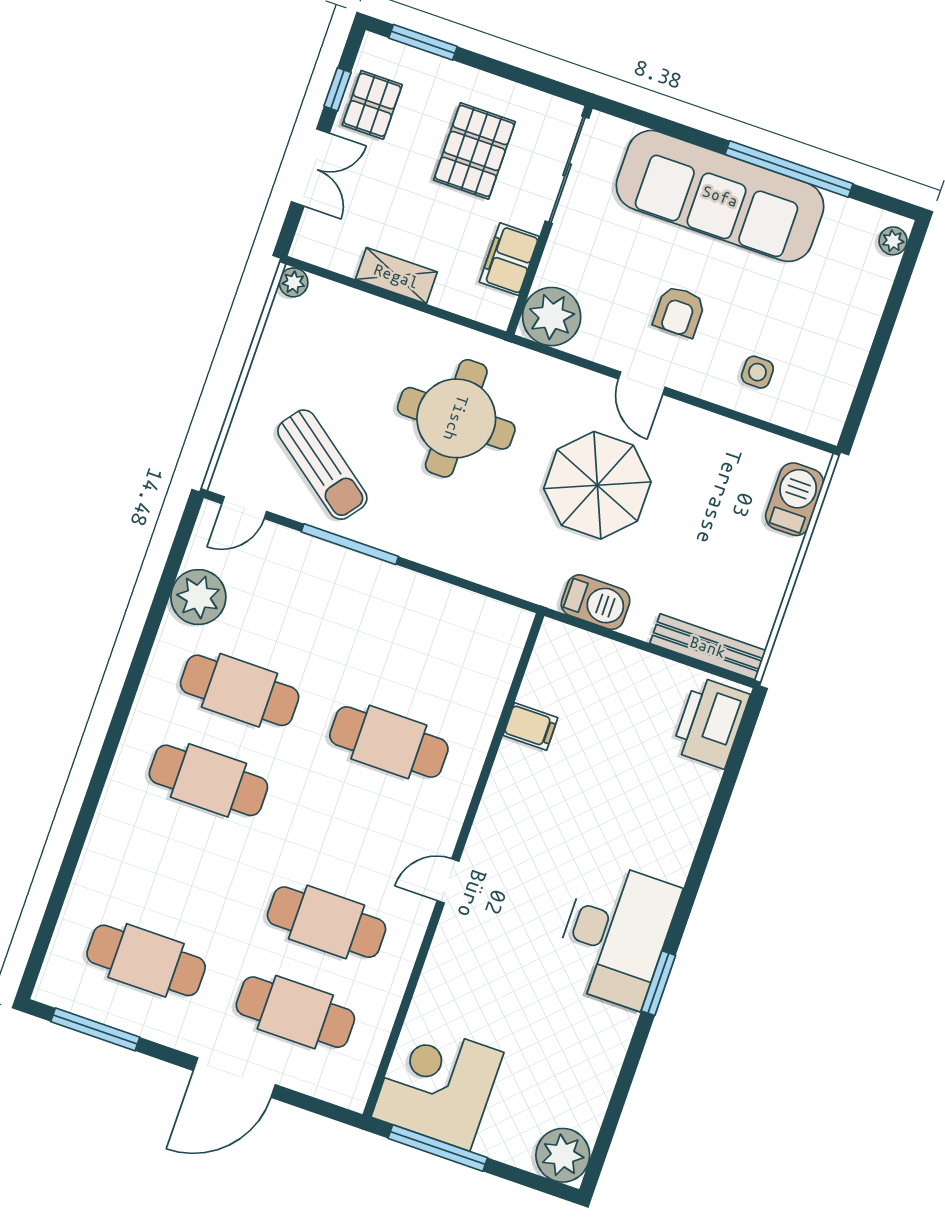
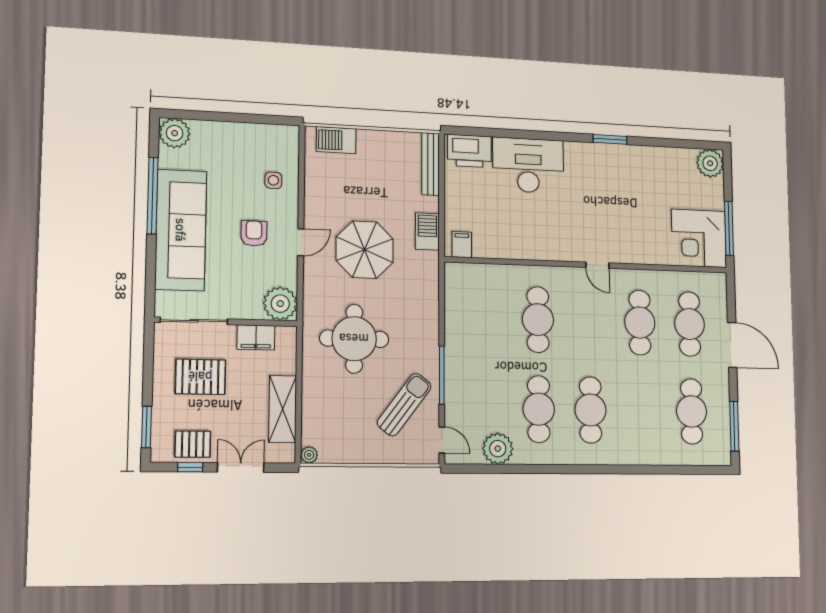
plant: (893, 241) -> (175, 133), width x1.88, depth x1.88
shelving: (396, 276) -> (283, 409), width x1.50, depth x1.33
armchair: (679, 312) -> (254, 233), turned -90
filing cabinet: (530, 726) -> (462, 245), moved
desk: (616, 934) -> (528, 165), moved

